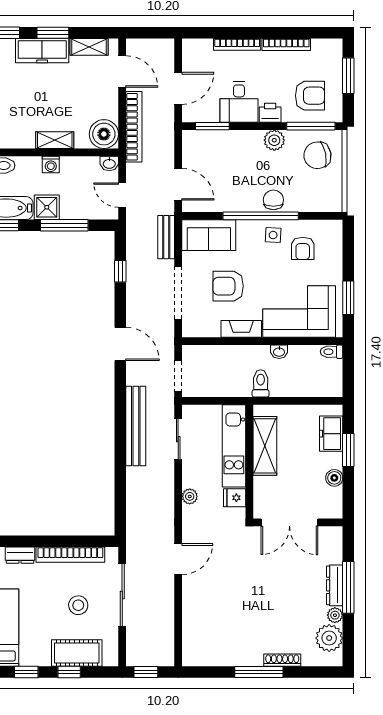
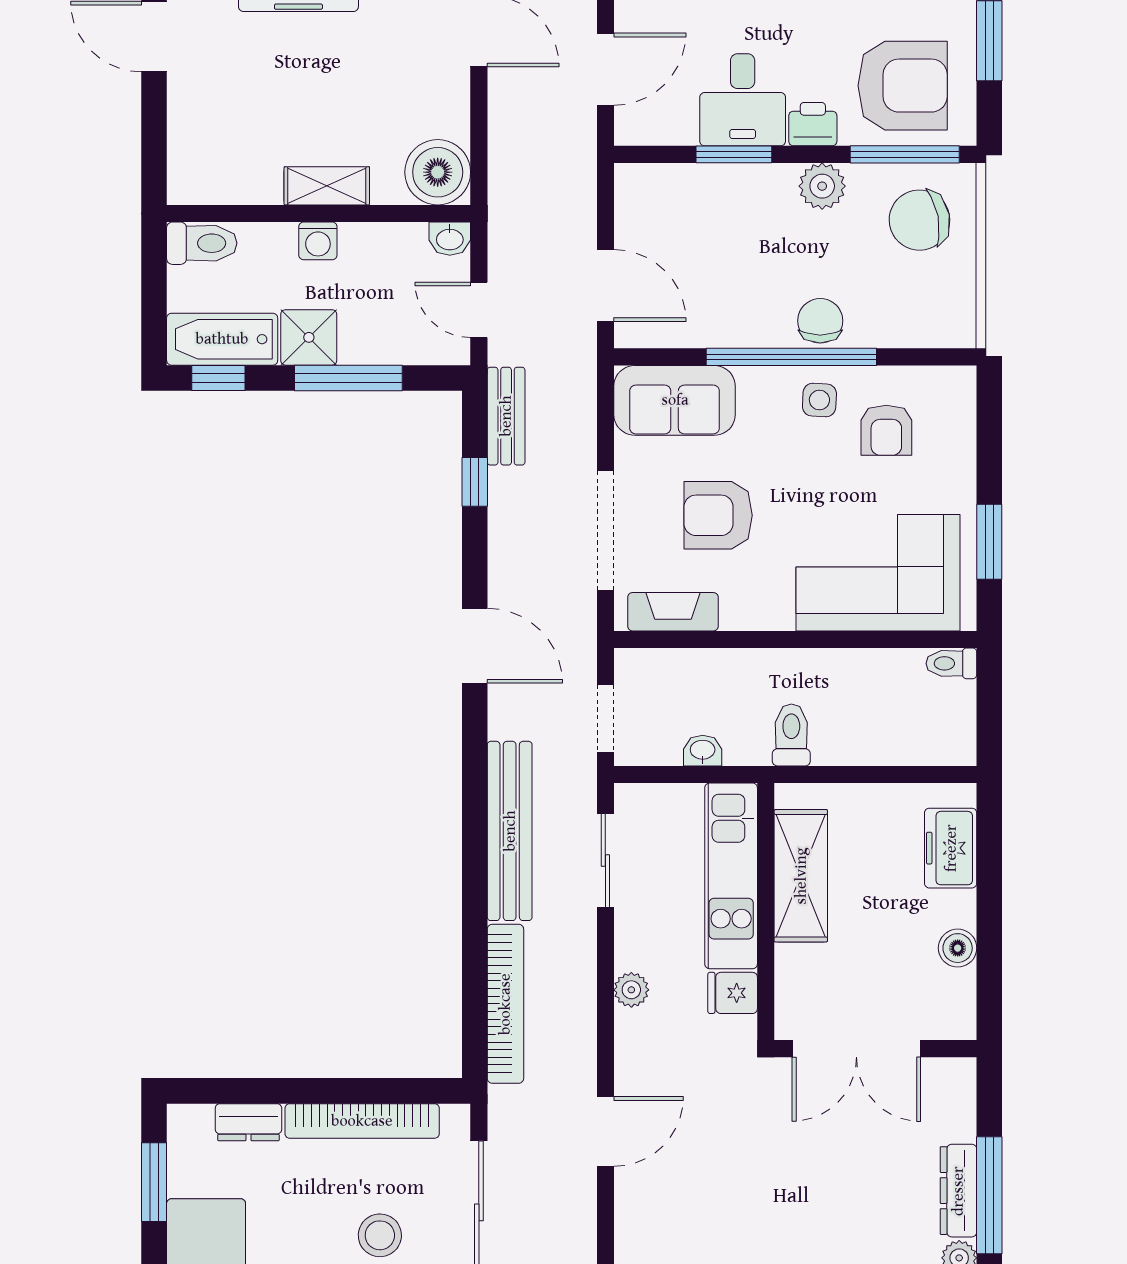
armchair: (310, 96) -> (903, 86), width x1.36, depth x1.36
window: (212, 126) -> (734, 154), moved
bookcase: (134, 127) -> (505, 1004), moved
bench: (166, 237) -> (506, 416), moved
fireplace: (241, 329) -> (673, 612), moved
washbasin: (279, 352) -> (703, 751), moved, turned 180
window: (348, 450) -> (989, 885), removed

